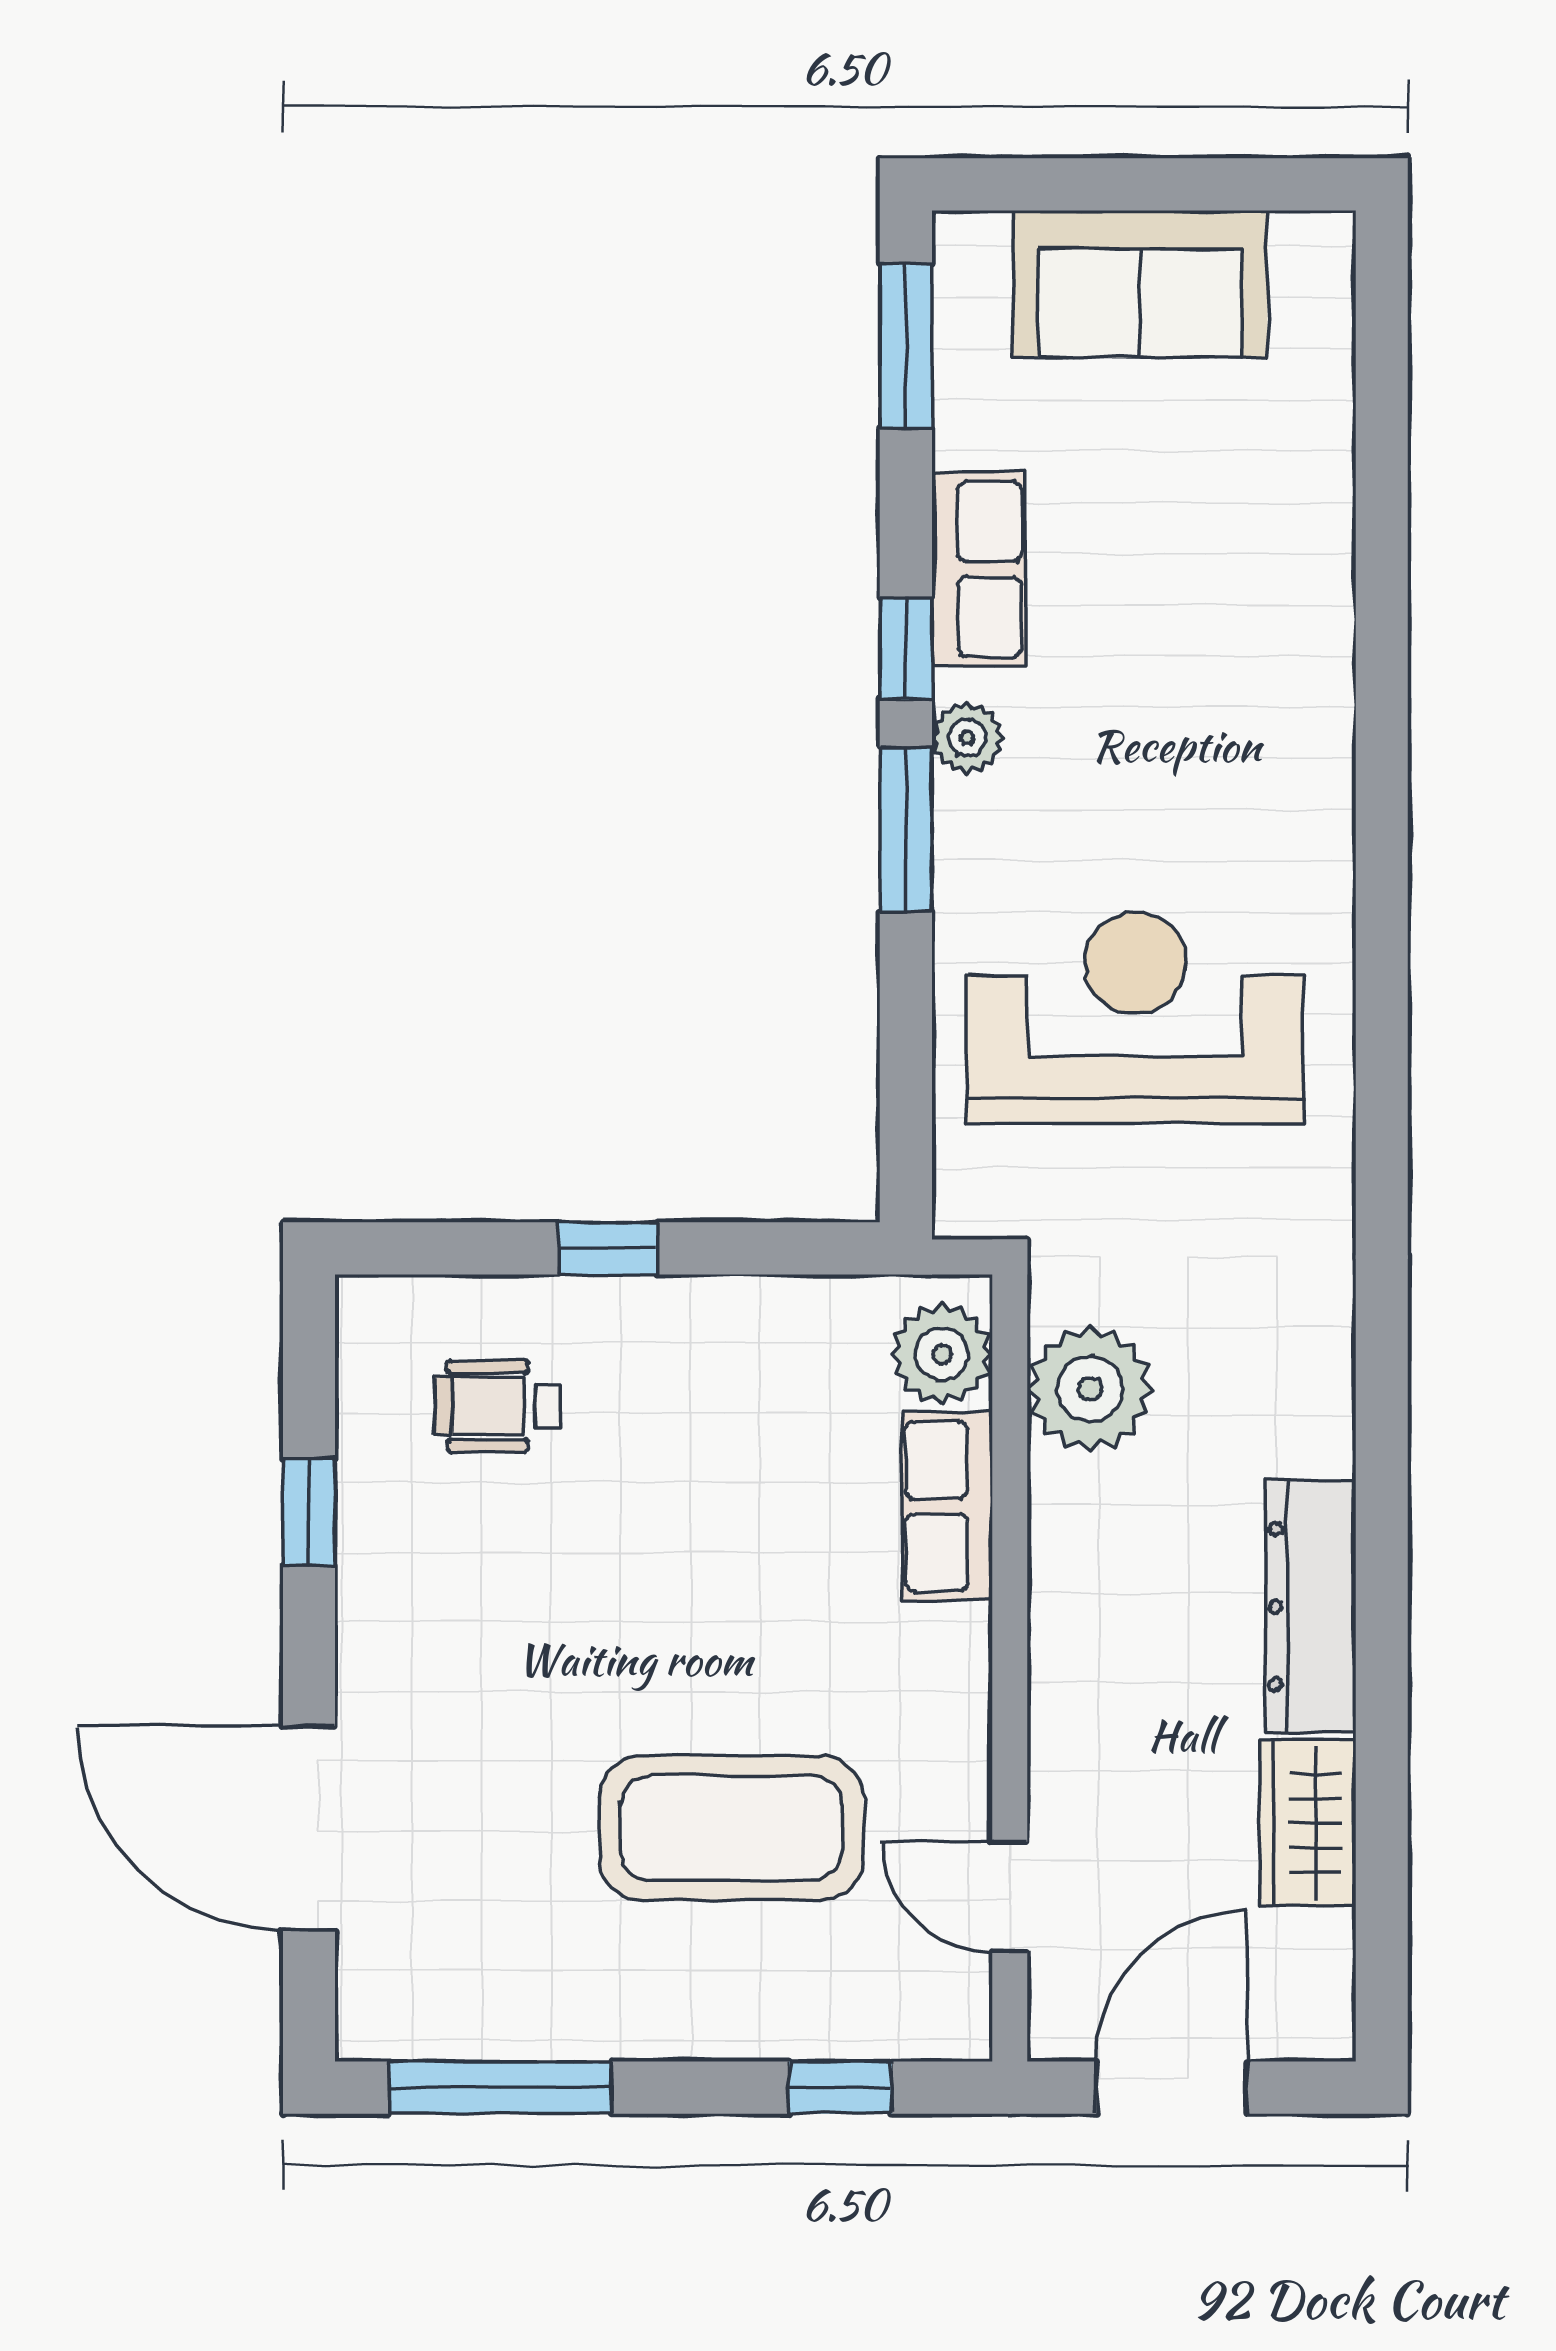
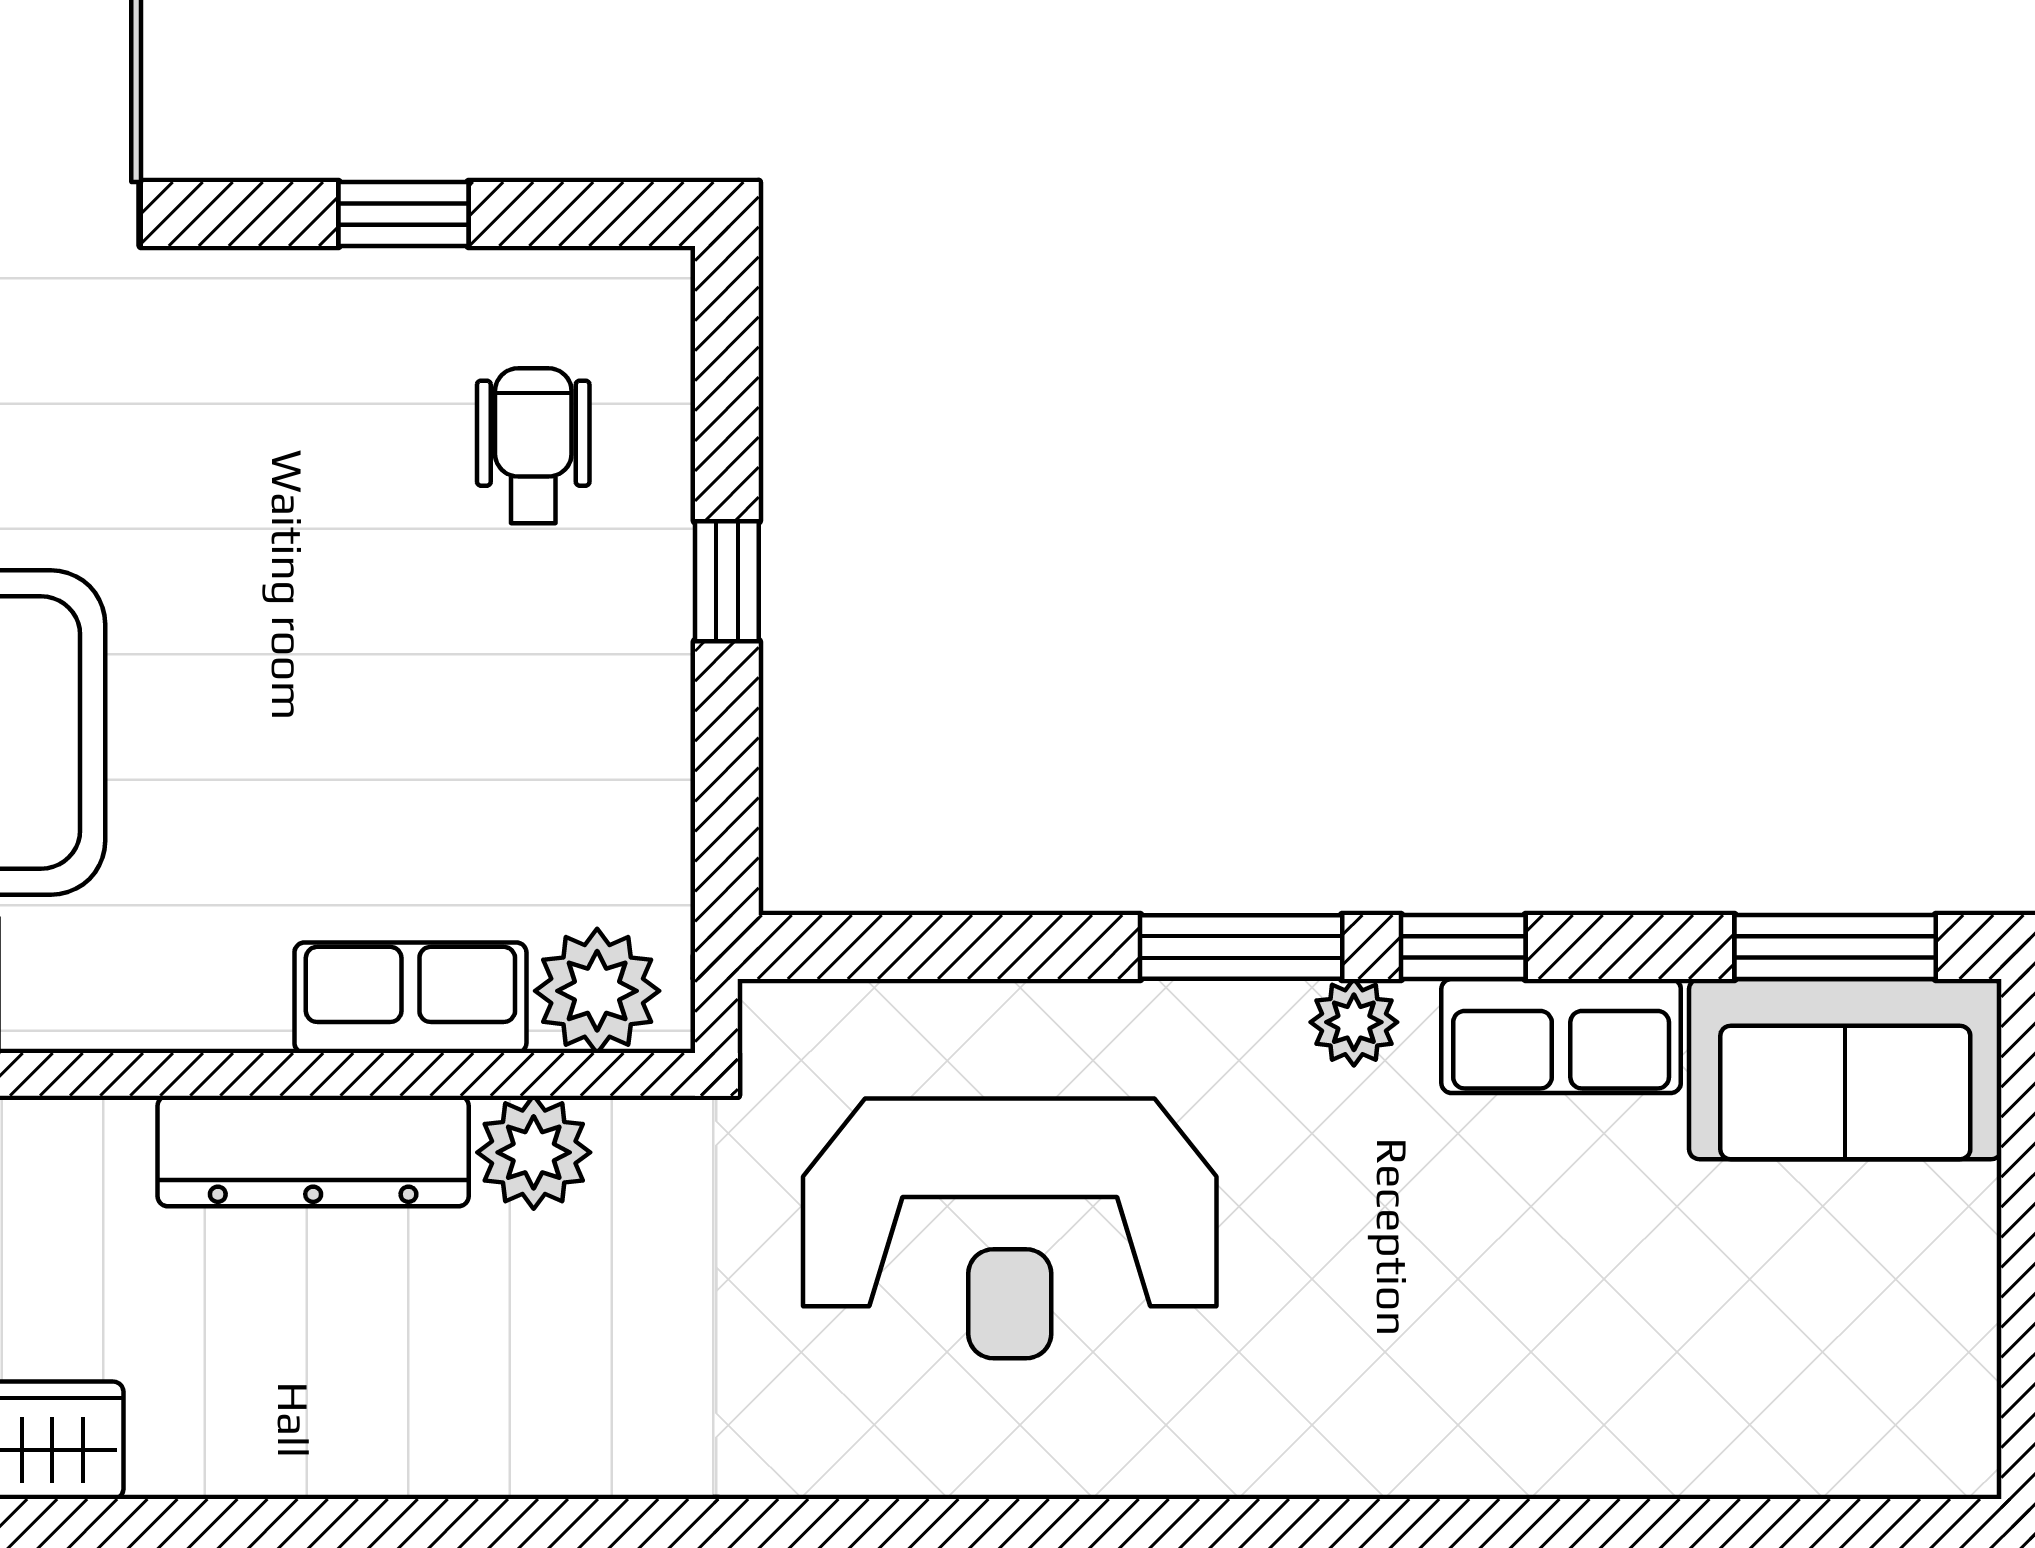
sofa: (1140, 284) -> (1845, 1069), moved, turned -90
reception desk: (1135, 1018) -> (1010, 1228), turned 90
plant: (1090, 1389) -> (534, 1152), width x0.73, depth x0.73
dresser: (1311, 1607) -> (313, 1151), moved, turned 180

